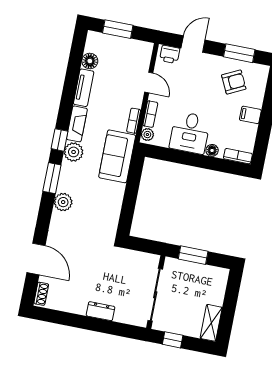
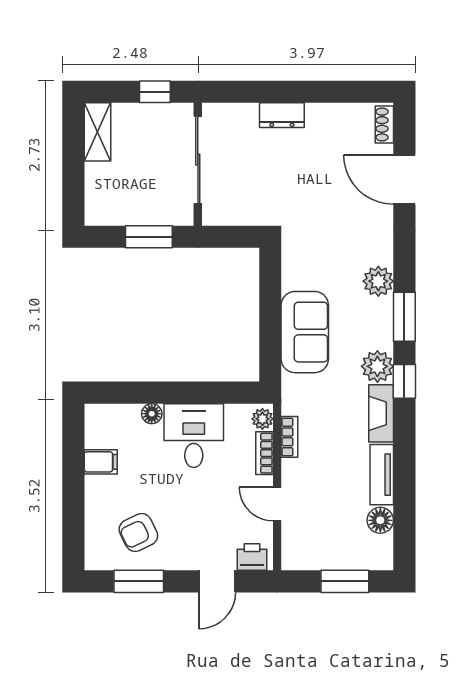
filing cabinet: (250, 115) -> (101, 462), moved
sofa: (117, 156) -> (305, 332), moved
bookcase: (238, 156) -> (108, 413), removed

